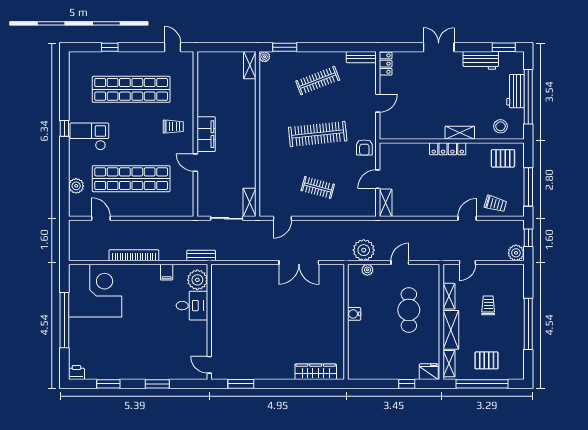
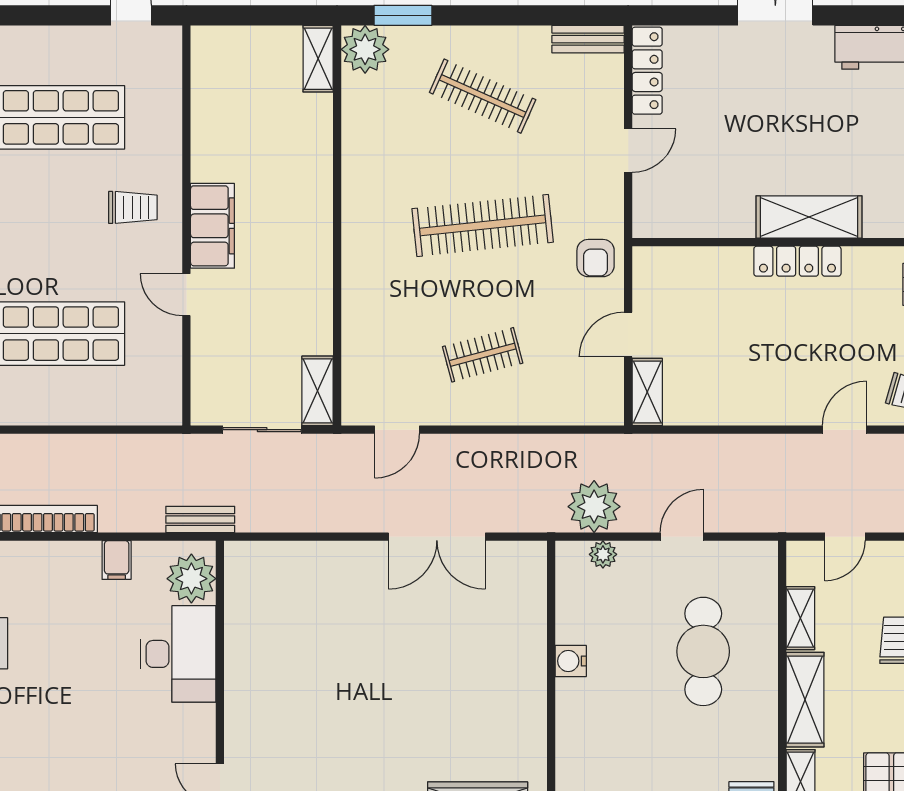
plant: (265, 57) -> (365, 49), width x1.88, depth x1.88
locker: (386, 64) -> (647, 71), width x1.53
clothes rail: (318, 81) -> (483, 96), turned 45
shelving: (460, 133) -> (809, 217), width x1.50, depth x1.33
clothes rail: (318, 187) -> (483, 355), turned -30
desk: (192, 306) -> (178, 654), width x1.37

